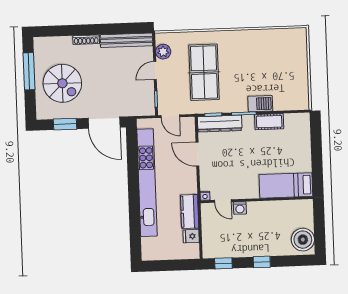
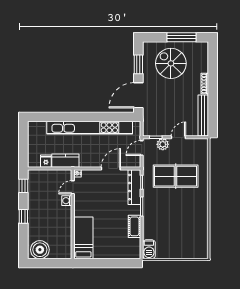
plant: (163, 52) -> (163, 144), moved
door: (155, 70) -> (178, 137), hinge flipped
spiral stairs: (62, 83) -> (171, 63), turned 90
barbecue: (260, 104) -> (149, 249), moved

